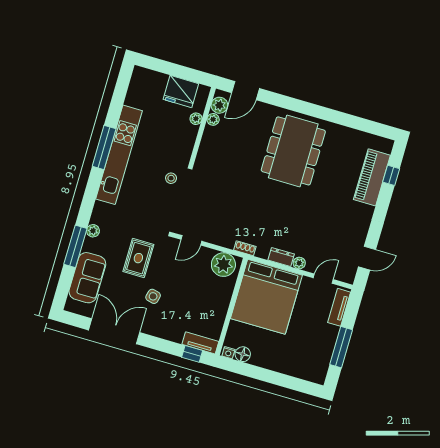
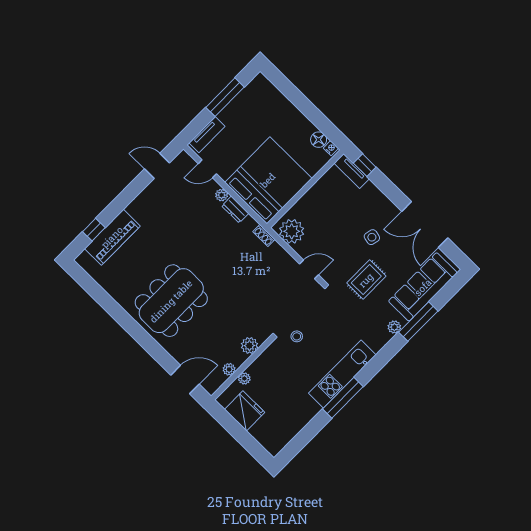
plant: (219, 105) -> (249, 346), moved
kitchen unit: (119, 155) -> (342, 374), width x0.73
sofa: (87, 278) -> (423, 287), width x1.36

